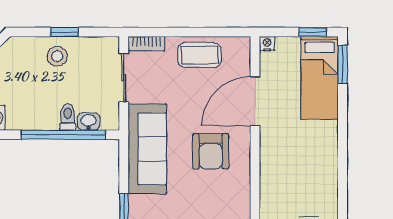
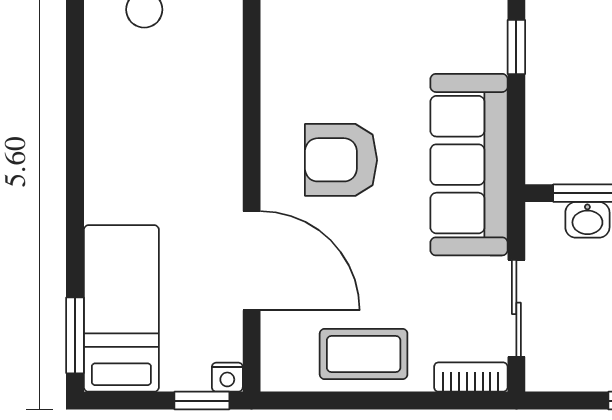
window: (313, 32) -> (202, 401), moved
door: (255, 101) -> (252, 261), hinge flipped
armchair: (211, 151) -> (341, 160), turned -90

